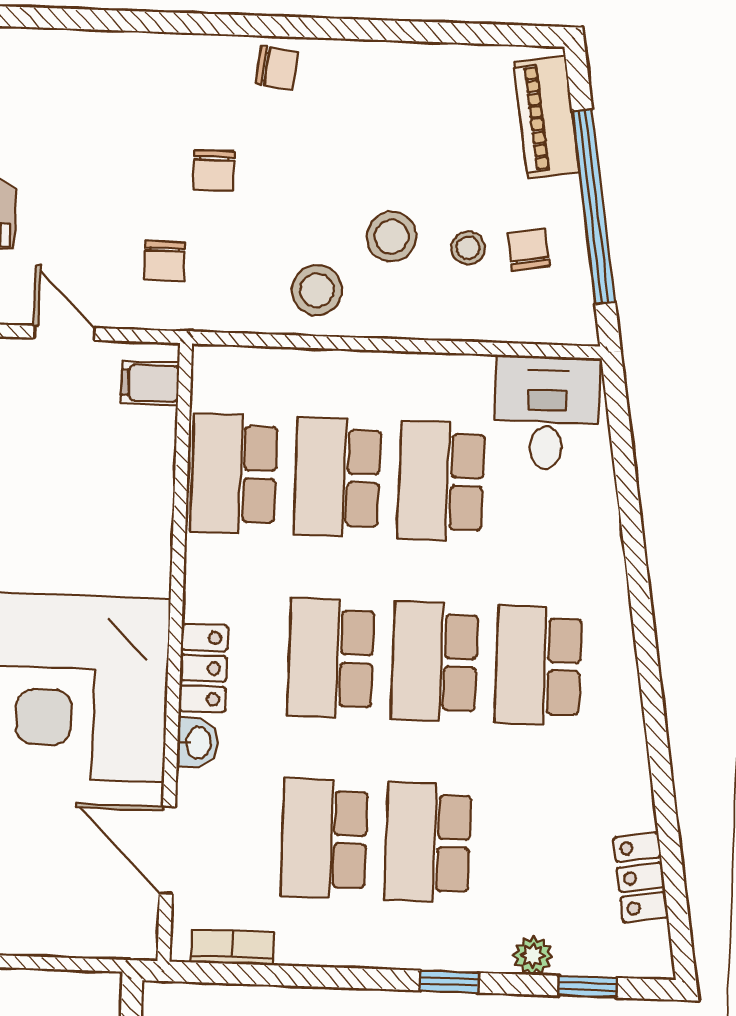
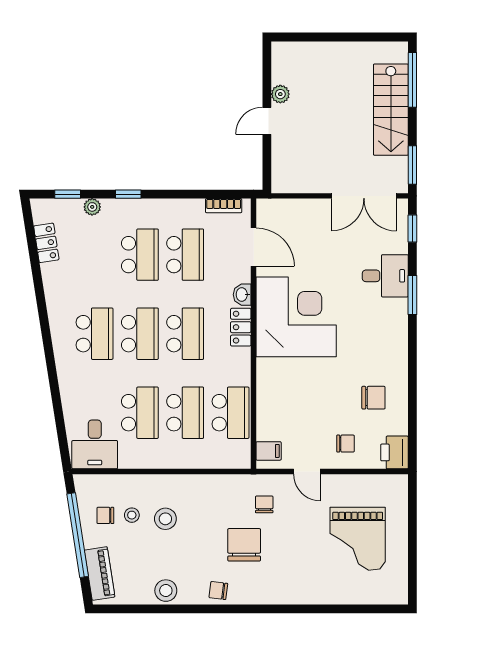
chair: (214, 171) -> (244, 545), width x1.87, depth x1.87
chair: (529, 249) -> (105, 515), turned 100
stool: (317, 290) -> (166, 591), moved

